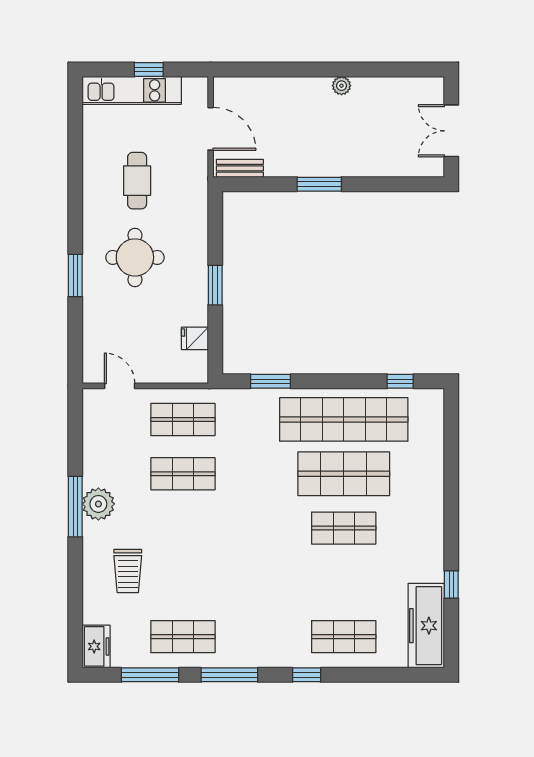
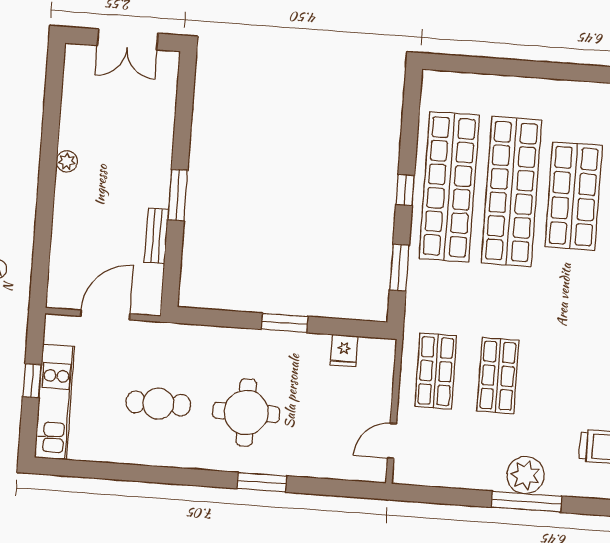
bench: (240, 168) -> (156, 236), moved
window: (400, 381) -> (405, 190), moved
shop shelf: (344, 474) -> (511, 192), width x1.40
shop shelf: (344, 528) -> (574, 196), width x1.43, depth x1.36

